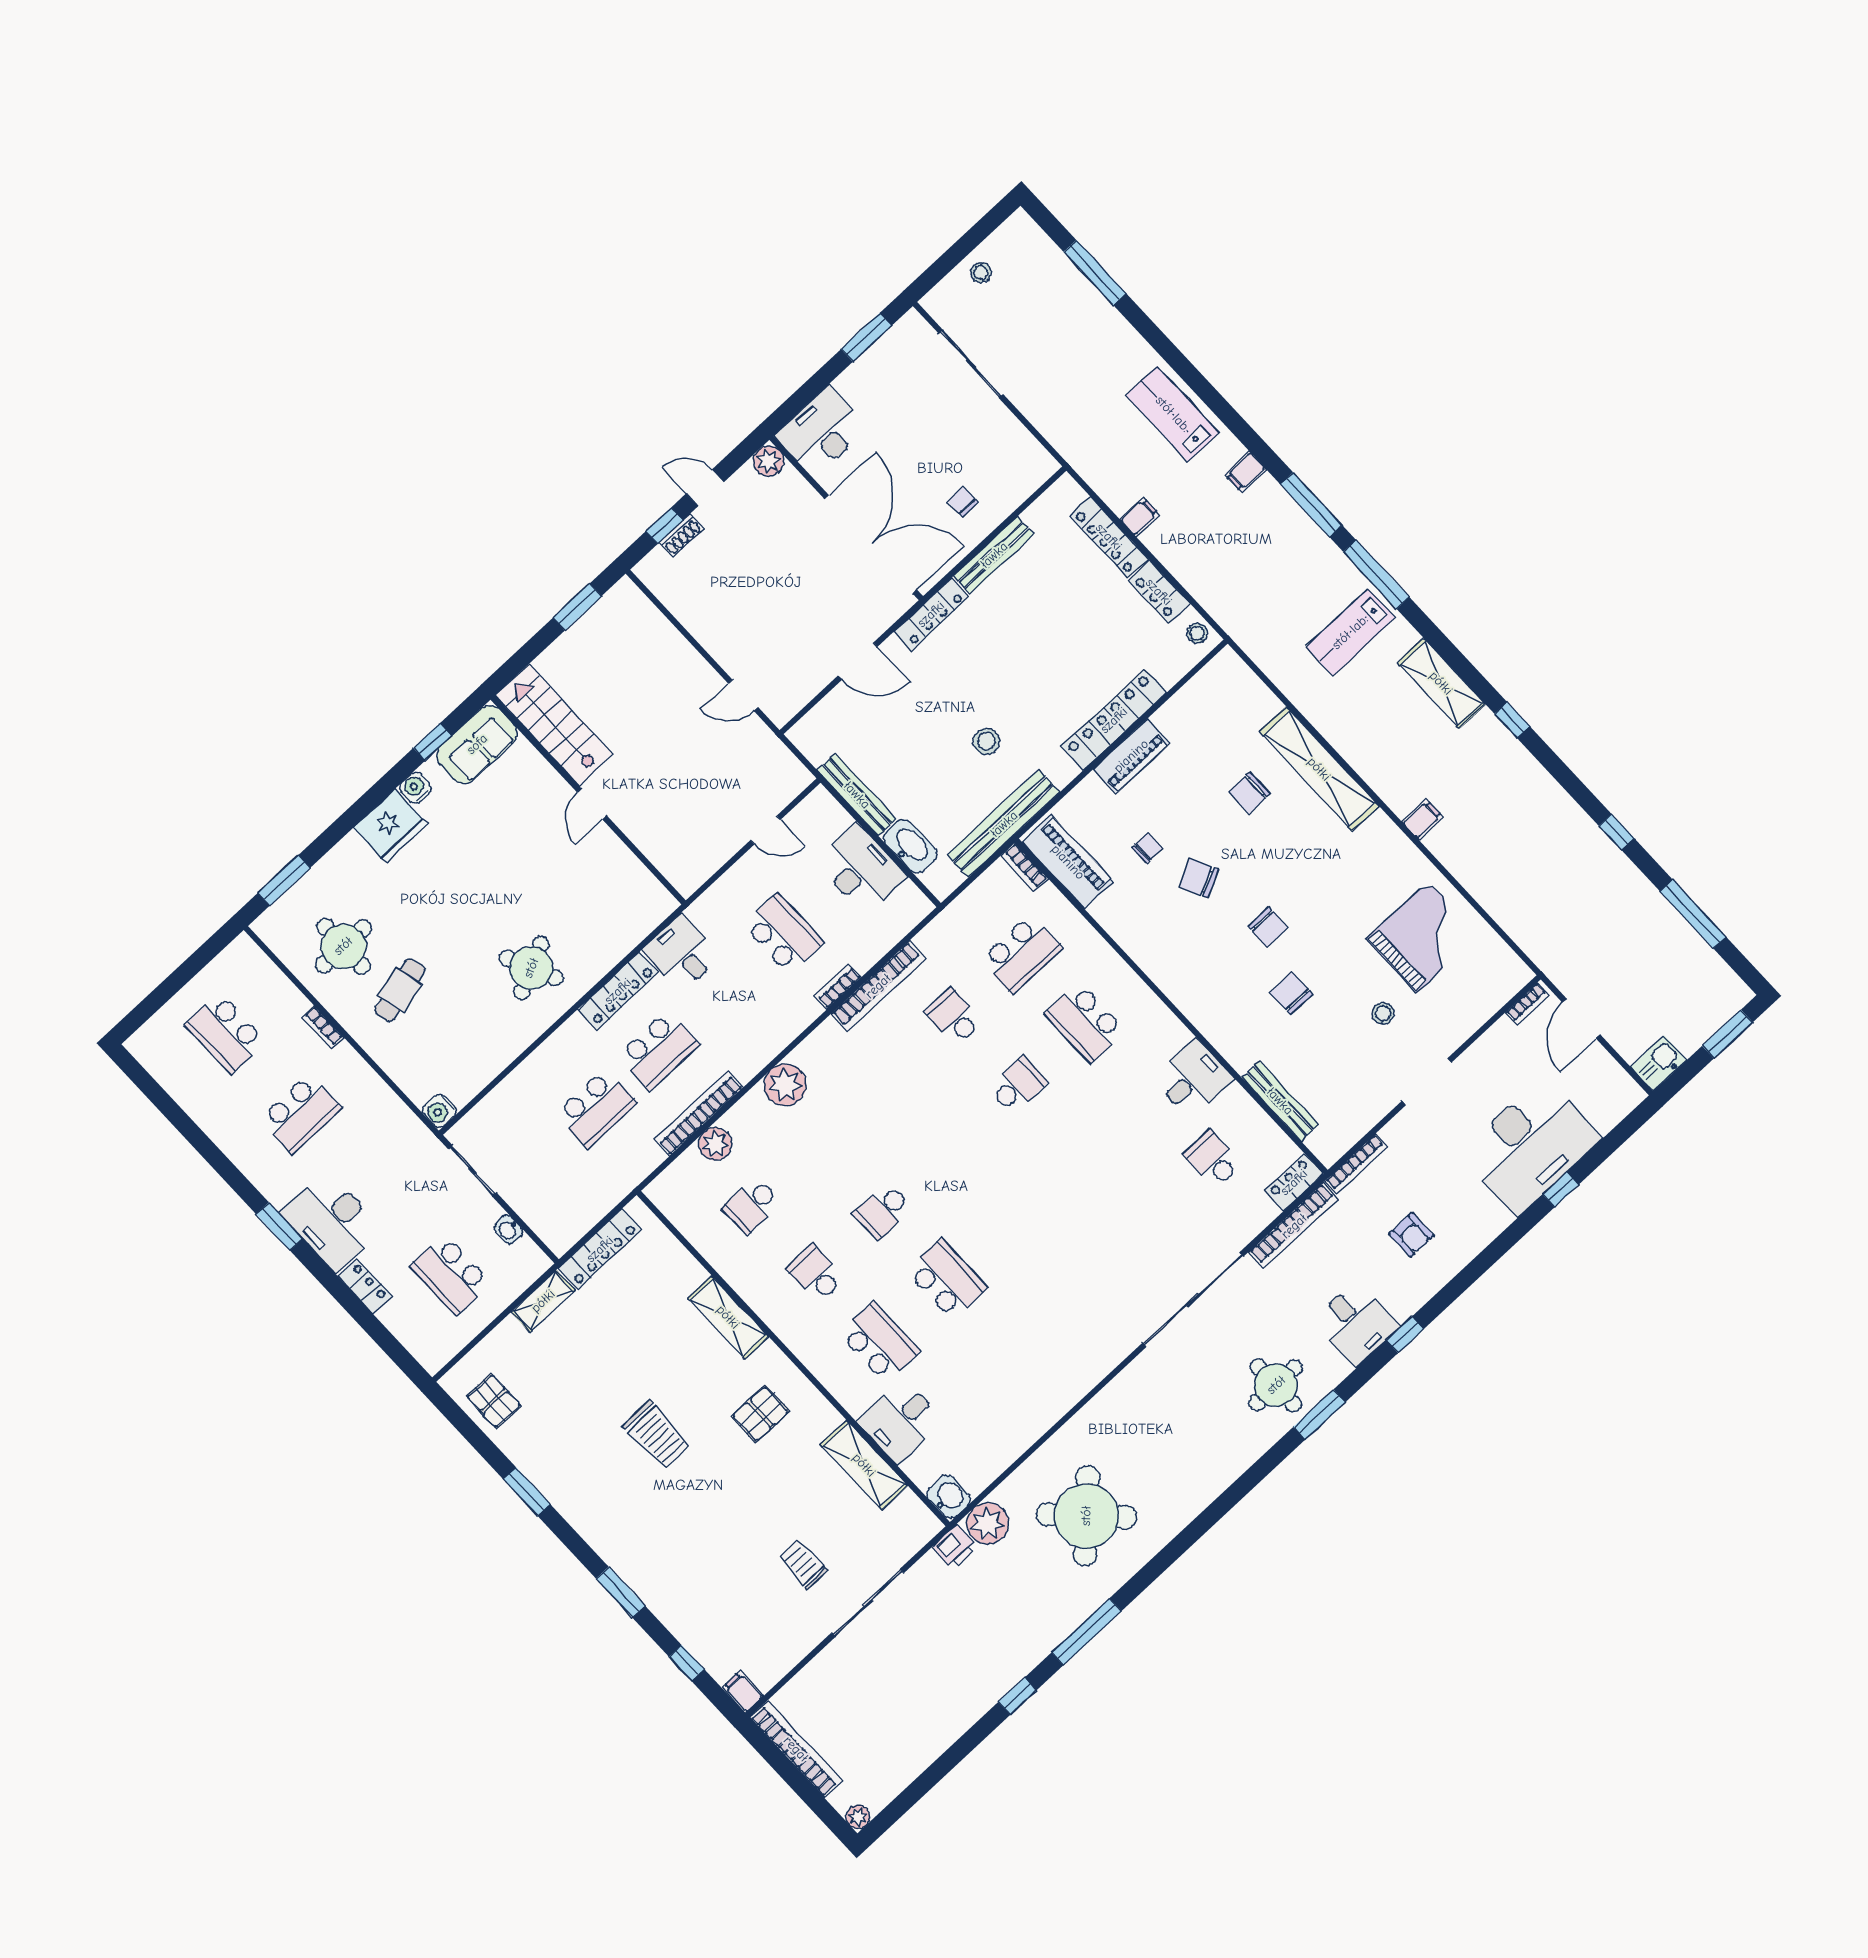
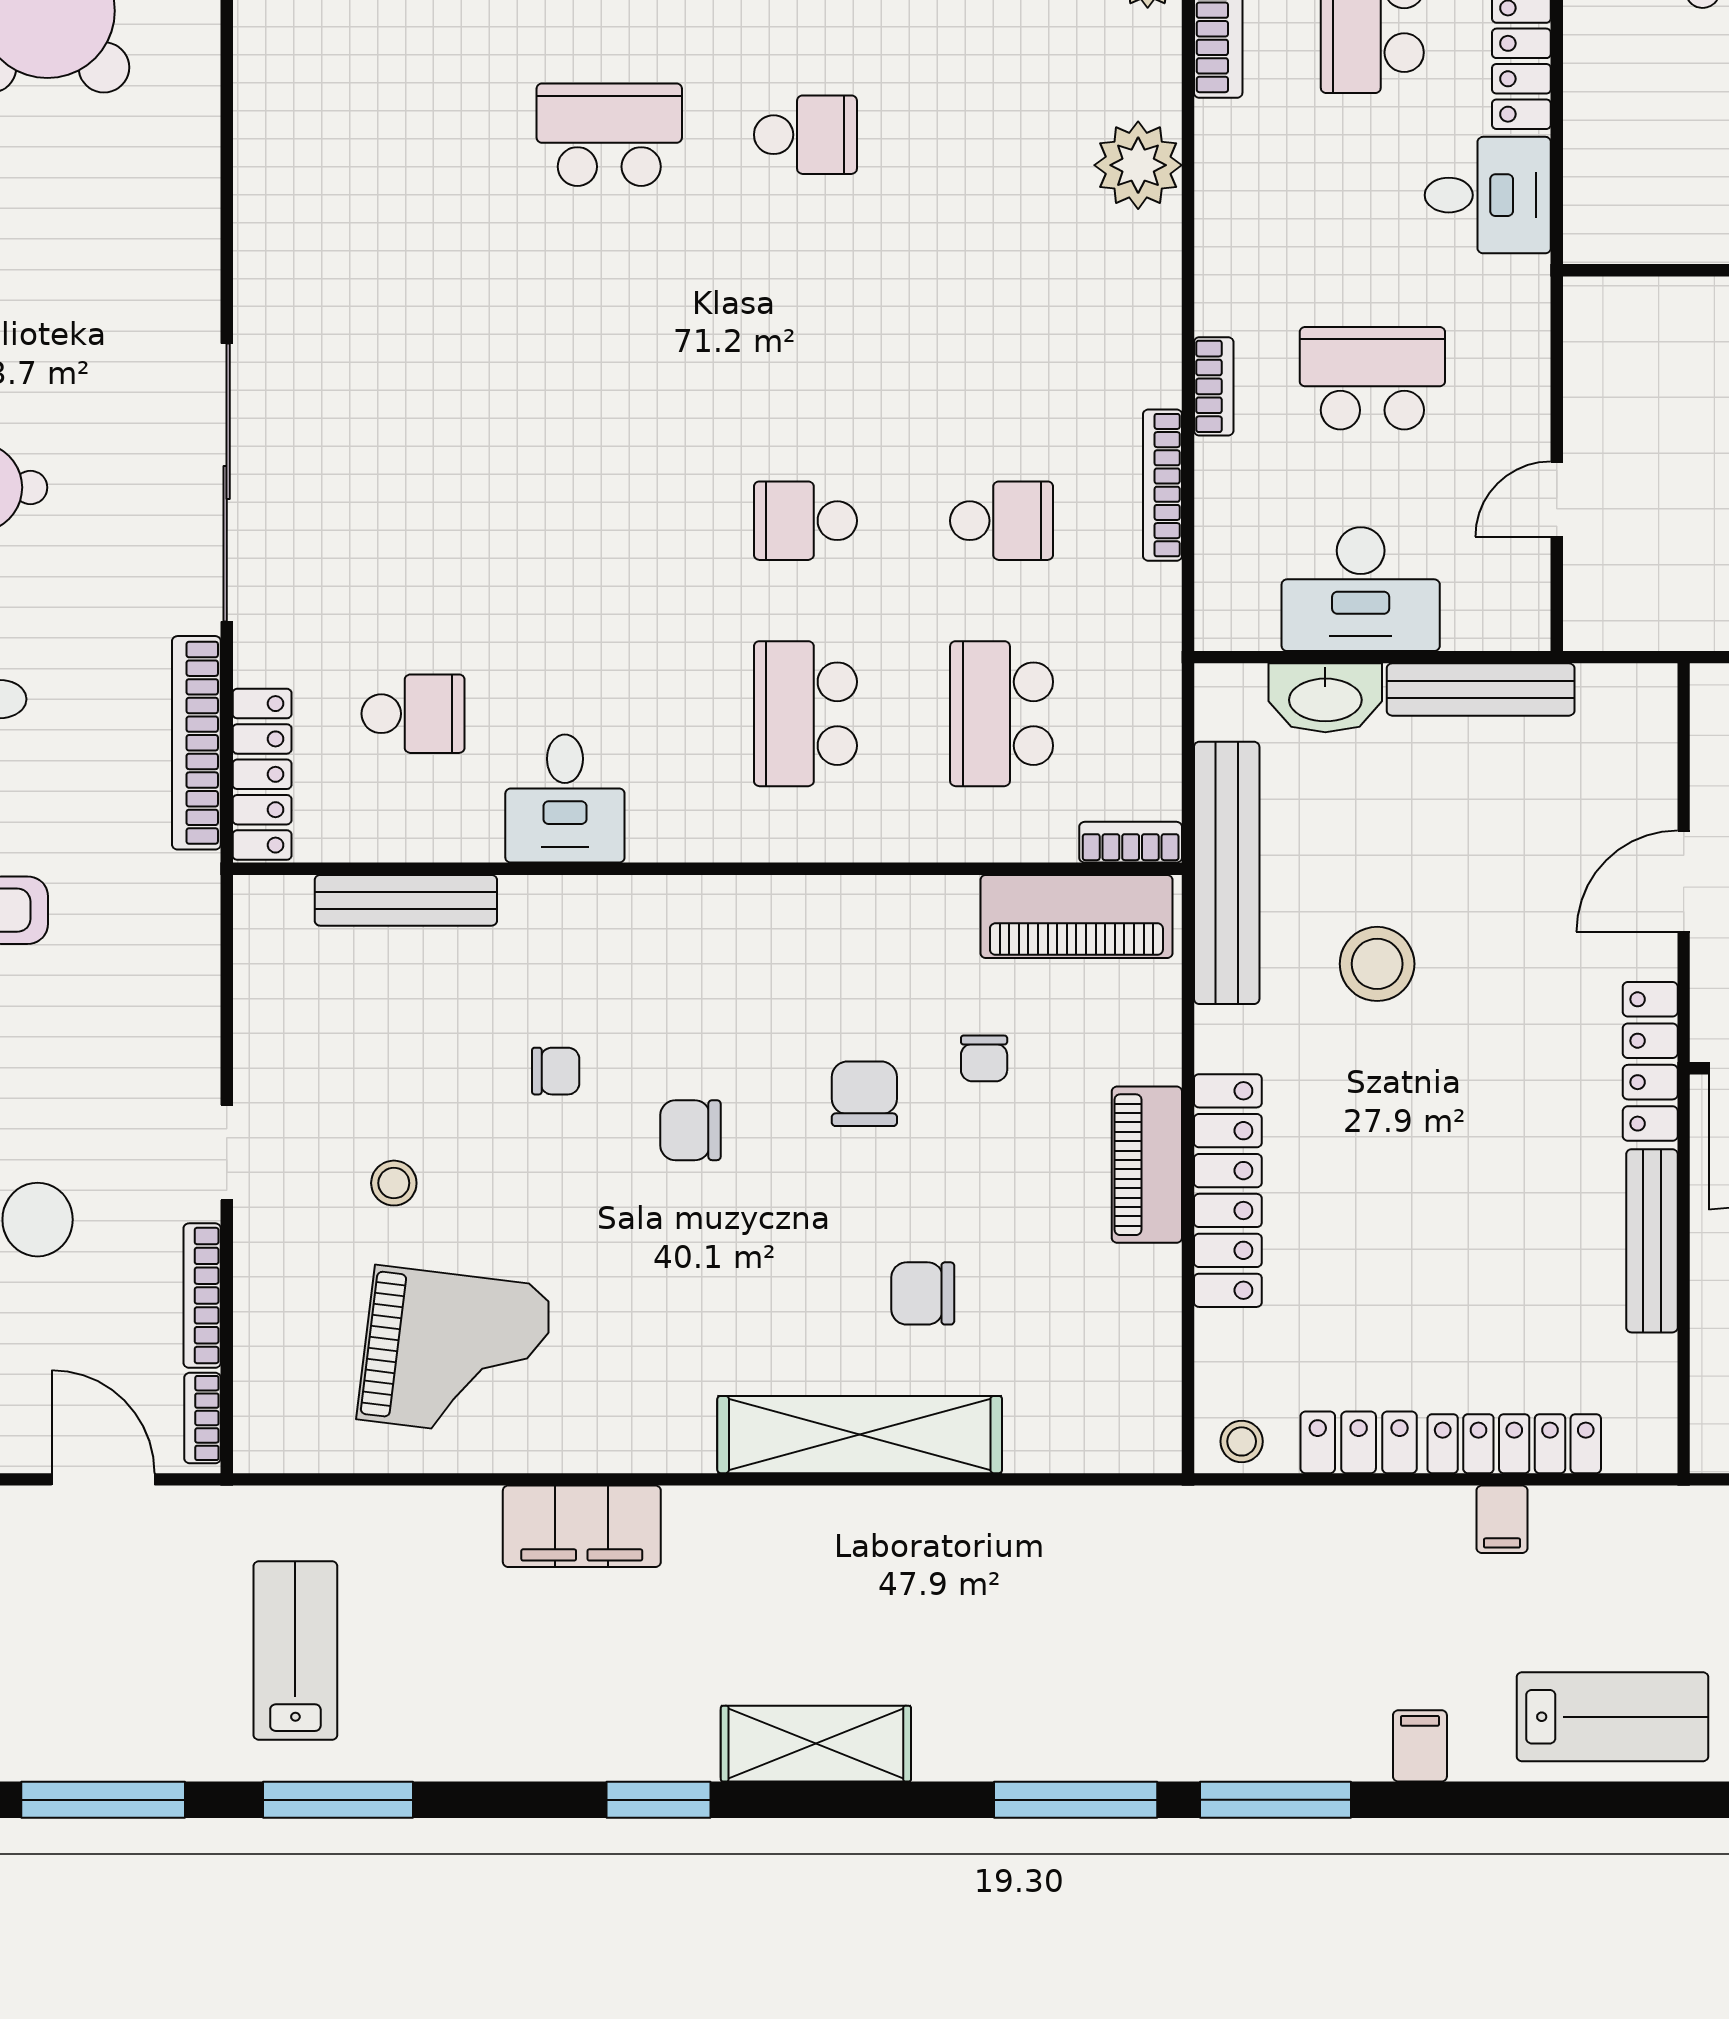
lab bench: (1350, 632) -> (295, 1651), moved
window: (1512, 720) -> (659, 1800), width x1.50
stool: (986, 741) -> (1377, 964), width x1.38, depth x1.38
chair: (1249, 793) -> (923, 1293), turned -90
filing cabinet: (1422, 819) -> (582, 1526), width x3.00, depth x1.17
window: (1617, 832) -> (338, 1800), width x2.17
chair: (1199, 878) -> (864, 1094), turned -64
school desk: (783, 934) -> (1372, 378), turned 180
grand piano: (1422, 937) -> (455, 1353), turned -83
bookcase: (878, 986) -> (1162, 485), width x0.68, depth x0.76
chair: (1291, 993) -> (556, 1071), width x0.73, depth x0.73
school desk: (1085, 1022) -> (805, 714), turned -90
doorway: (1427, 1082) -> (227, 1153), width x0.73
school desk: (1018, 1085) -> (805, 521), turned 90
bookcase: (1356, 1164) -> (202, 1296), moved
locker: (1294, 1182) -> (262, 774), width x1.53
school desk: (883, 1211) -> (805, 135), turned 90
school desk: (947, 1279) -> (609, 135), turned 180

